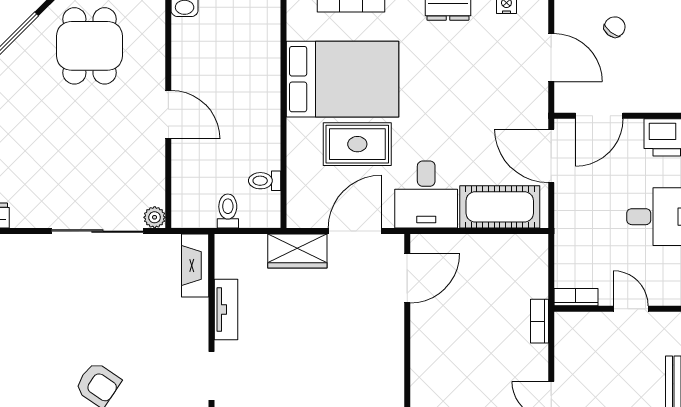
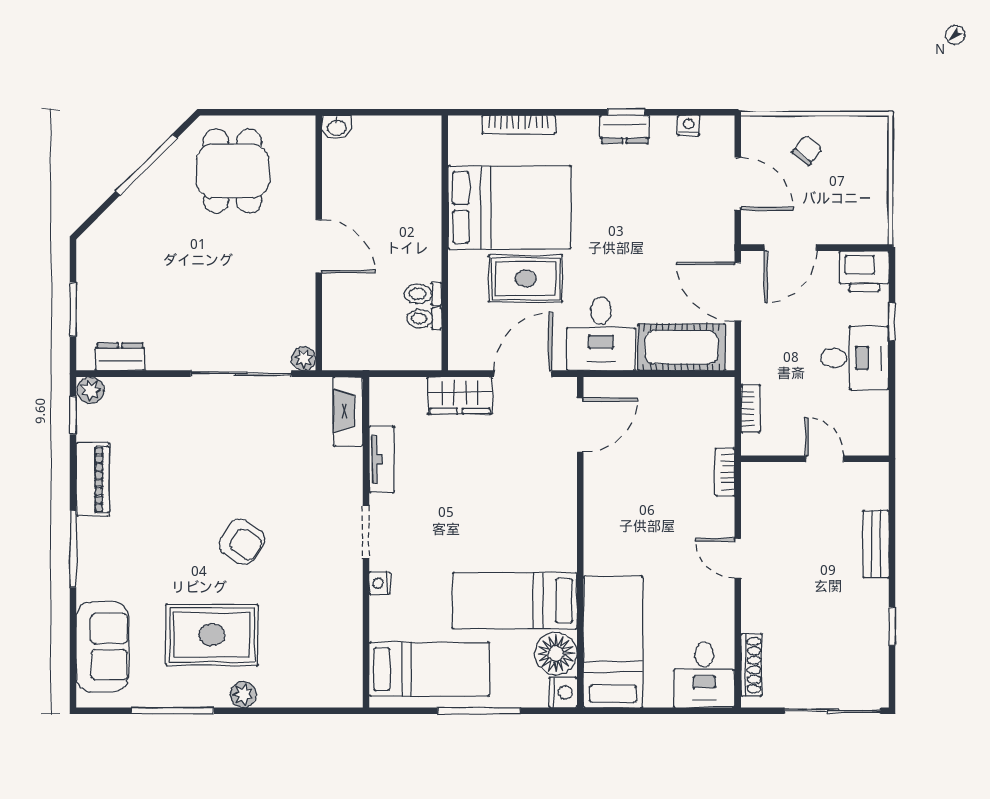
toilet: (228, 211) -> (423, 294), moved, turned -90
bookcase: (576, 297) -> (750, 409), moved, turned 90

